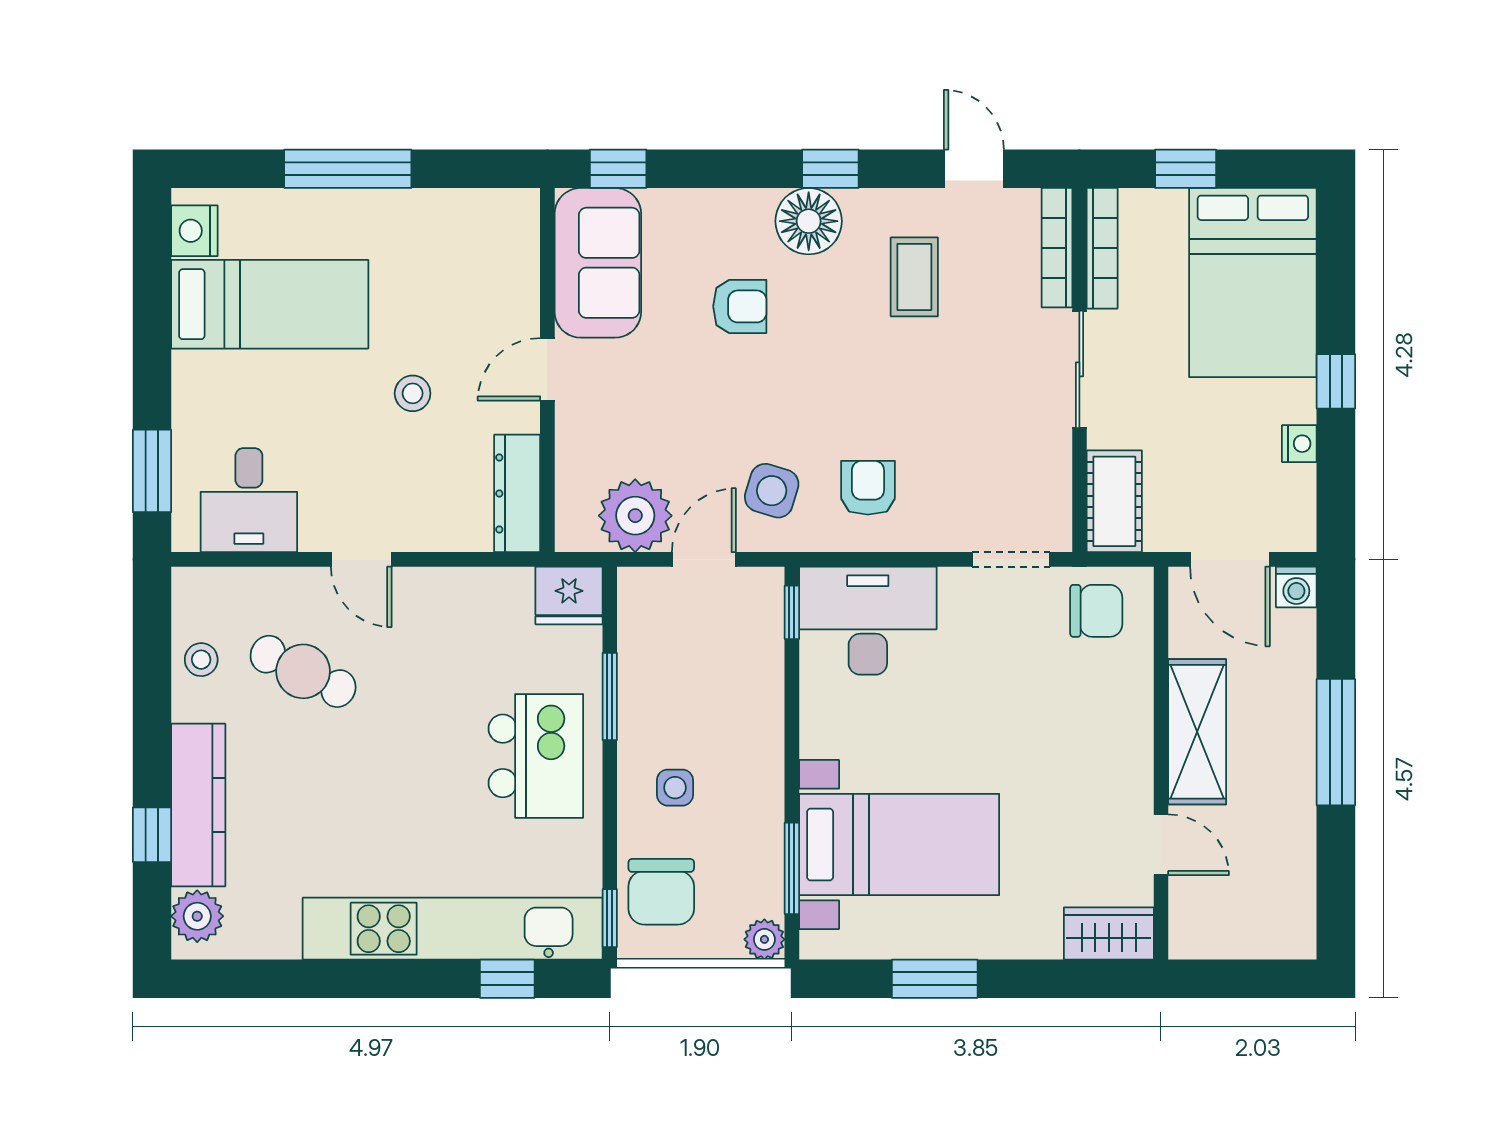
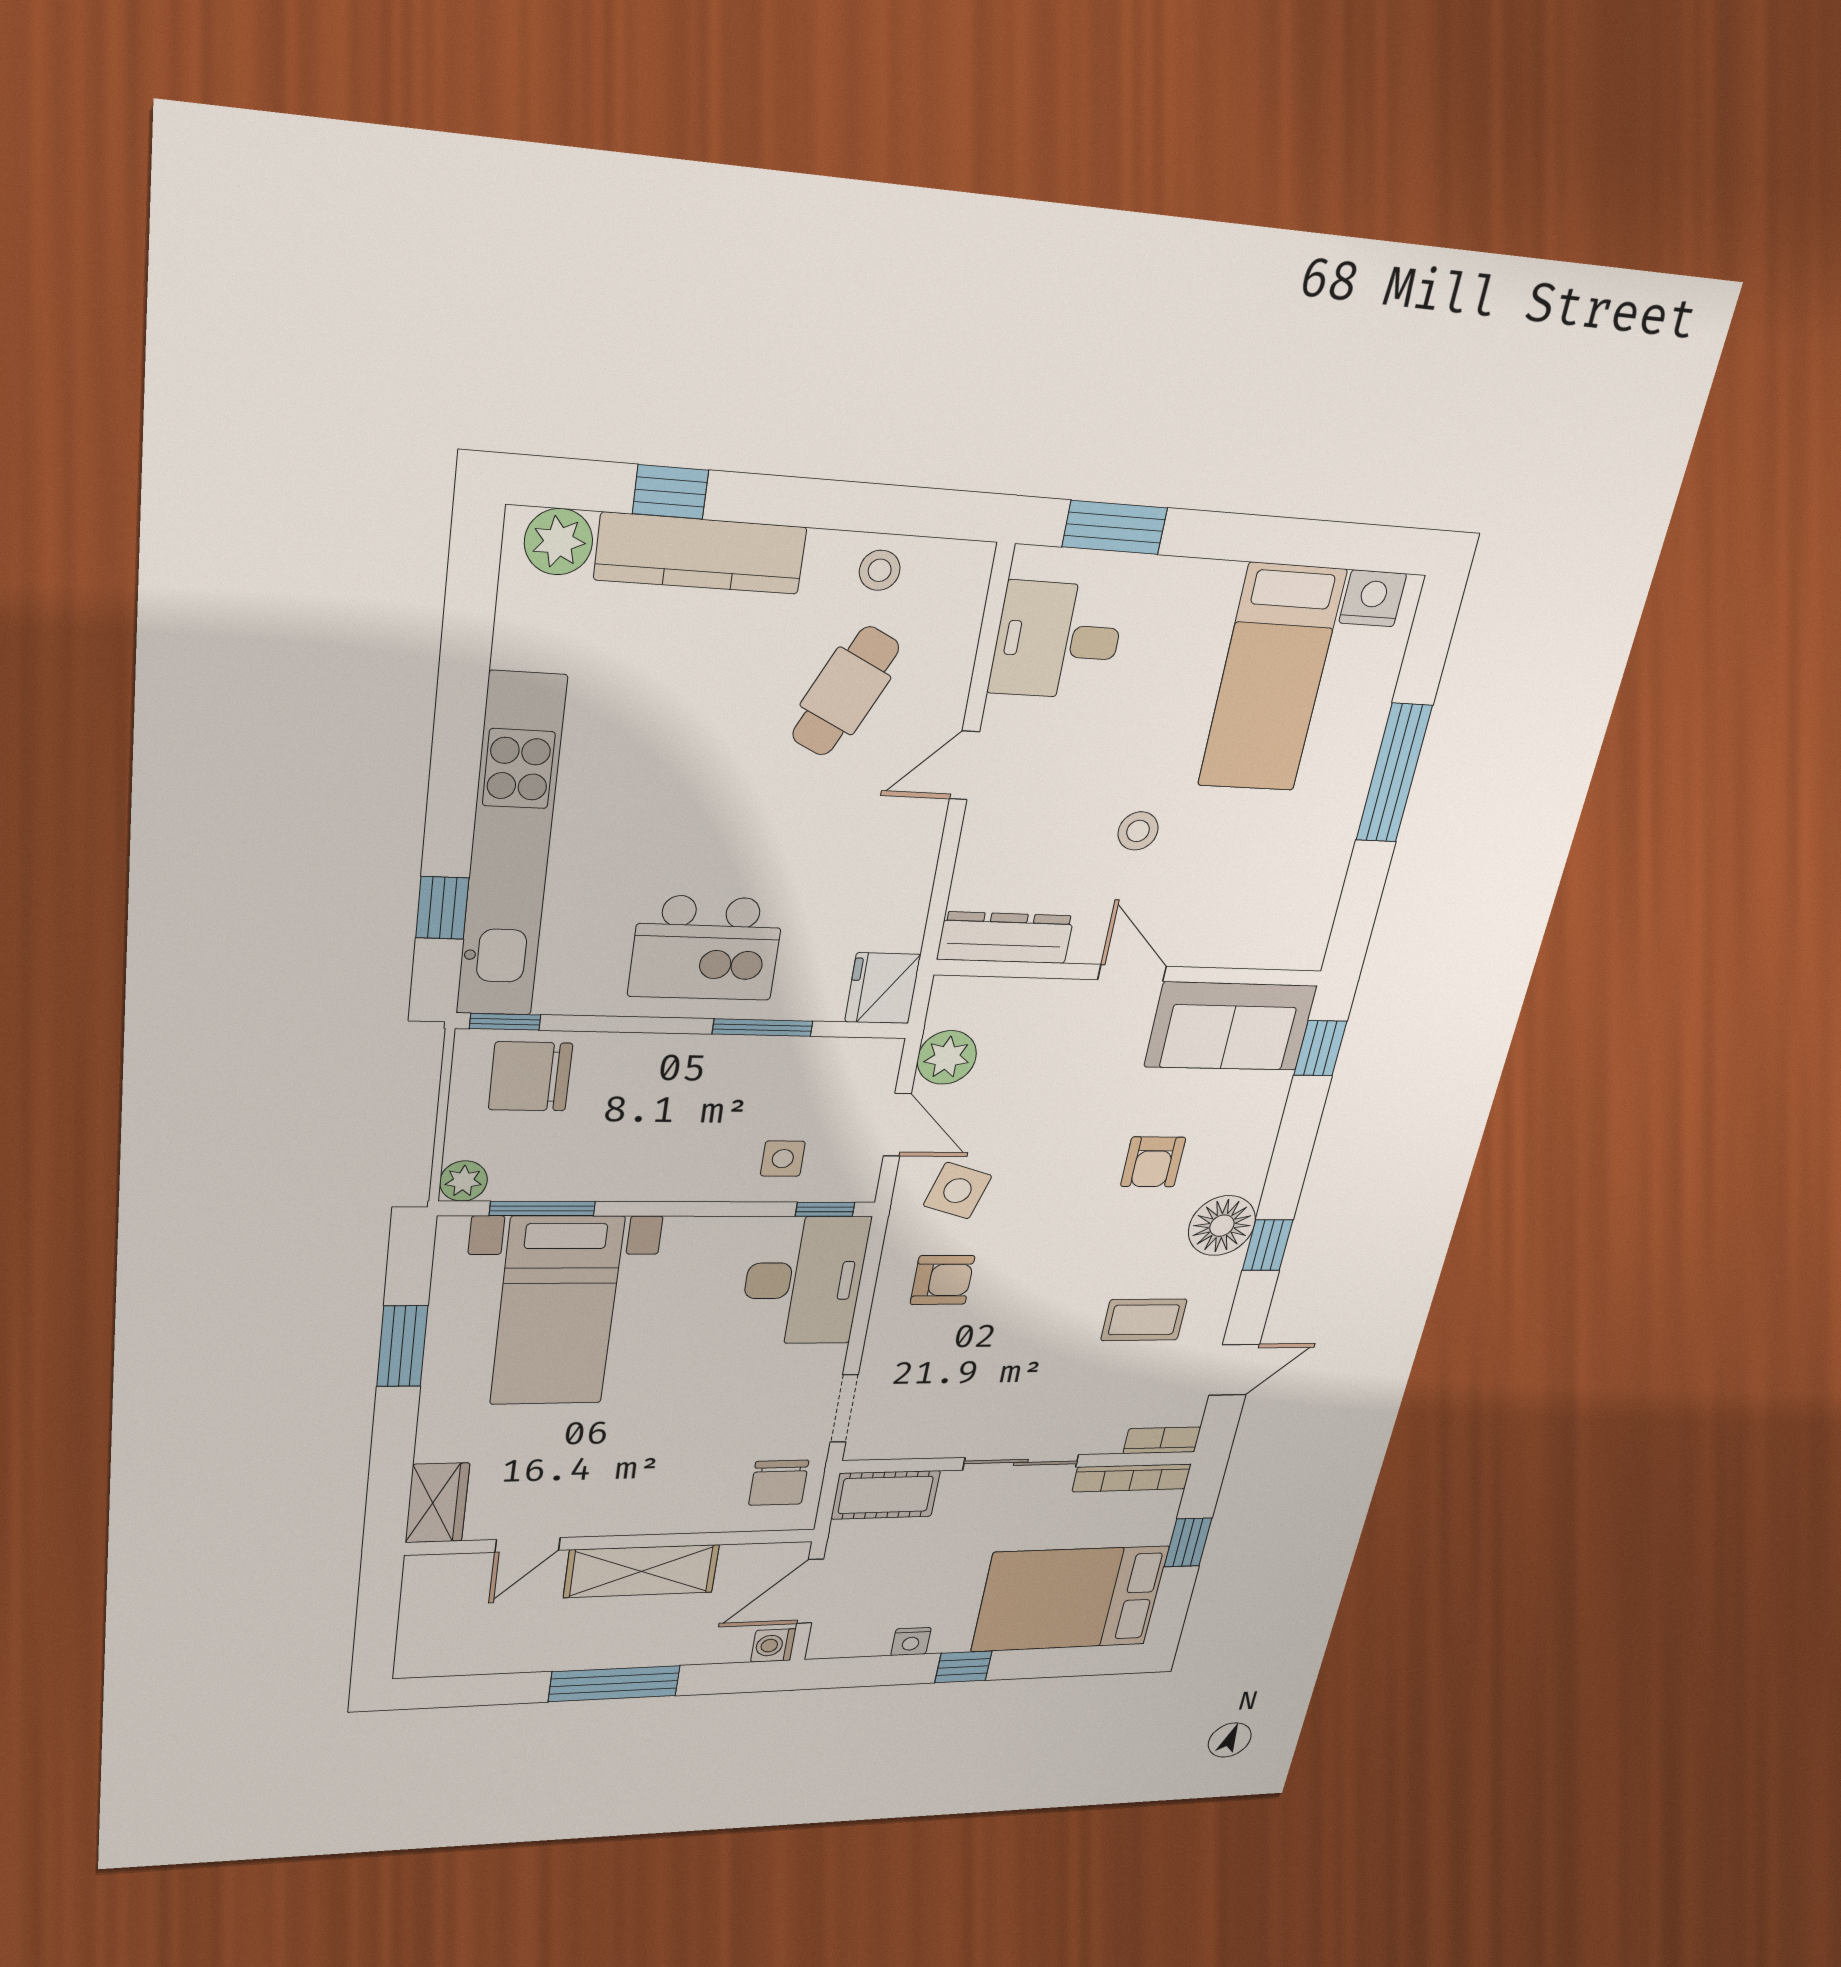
bookcase: (1057, 248) -> (1162, 1440), width x0.64
plant: (635, 516) -> (947, 1057), width x0.73, depth x0.73
side table: (675, 788) -> (783, 1159), moved

